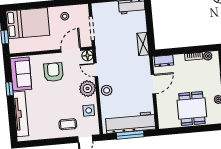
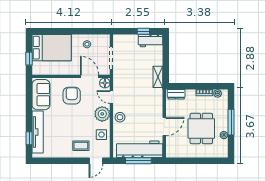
door: (71, 50) -> (90, 76), hinge flipped
door: (153, 84) -> (164, 127), moved
window: (9, 89) -> (29, 138), moved
dining table: (192, 108) -> (201, 128), moved

